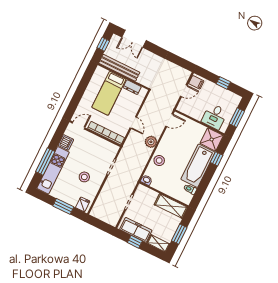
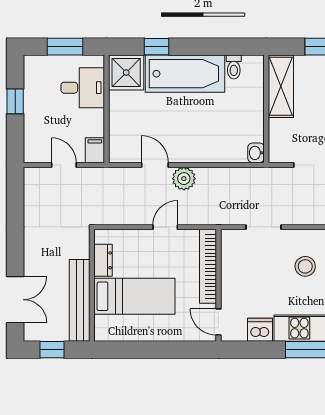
filing cabinet: (196, 82) -> (95, 150), moved
door: (169, 120) -> (155, 165), moved
stool: (159, 160) -> (210, 148), removed

